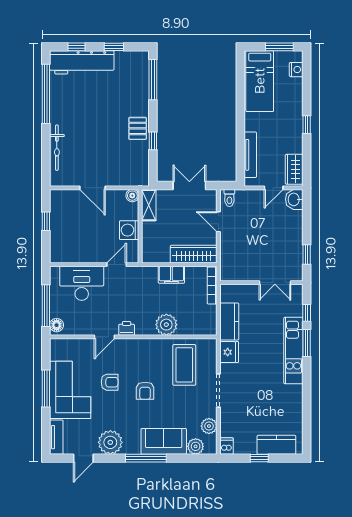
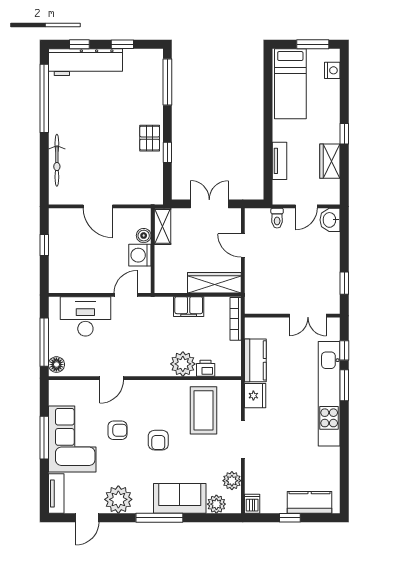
tv unit: (250, 155) -> (279, 161), width x0.71
wardrobe: (294, 169) -> (330, 161), moved
boiler: (132, 196) -> (144, 236), moved
toilet: (229, 198) -> (277, 218), moved
printer: (127, 328) -> (206, 368), moved
kitchen unit: (293, 350) -> (329, 394), width x1.36

